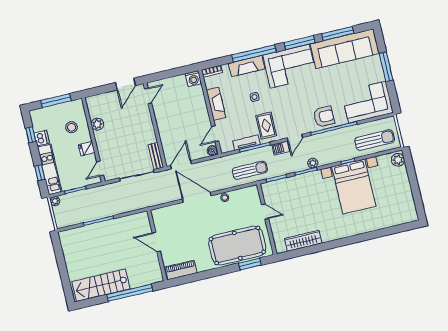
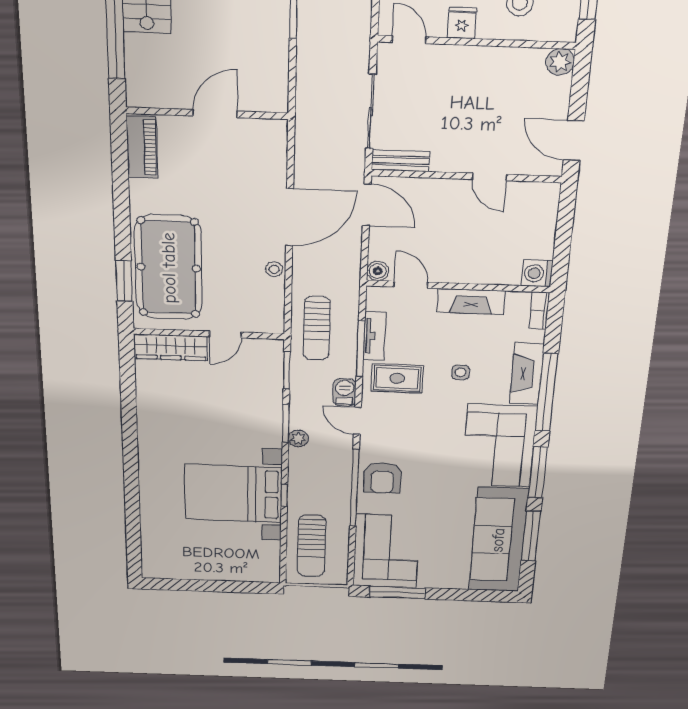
window: (386, 67) -> (397, 592), moved
door: (148, 96) -> (489, 177), moved
plant: (97, 124) -> (560, 62), moved
plant: (398, 160) -> (263, 572), removed
wardrobe: (303, 241) -> (171, 347), moved, turned 90

